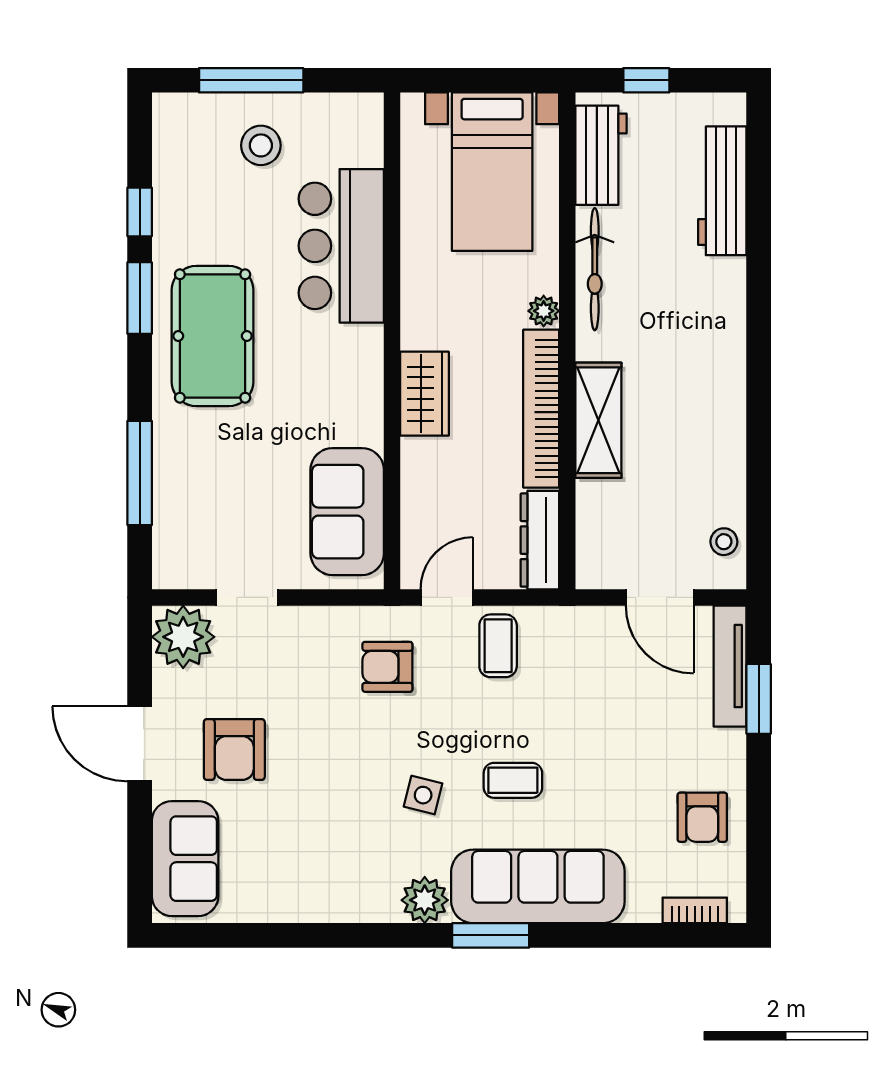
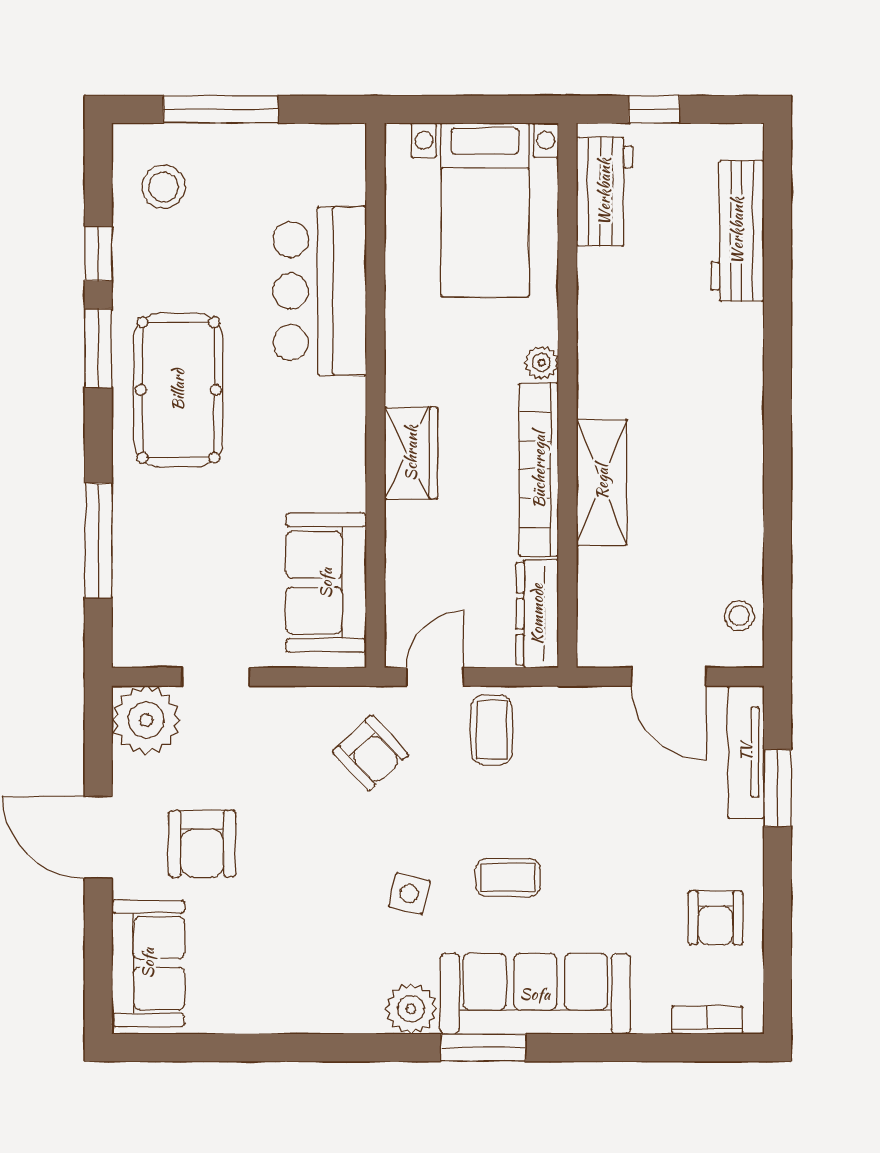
stool: (261, 145) -> (164, 187), moved
bicycle: (595, 269) -> (598, 317), removed
armchair: (387, 667) -> (370, 753), turned -133

